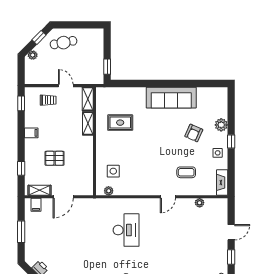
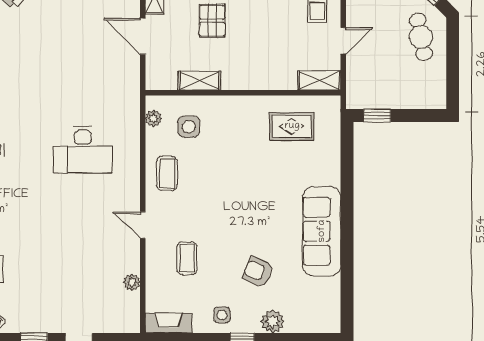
shelving: (88, 123) -> (199, 81), moved
rug: (120, 123) -> (292, 126), moved, turned 90
coffee table: (139, 183) -> (167, 173), added

